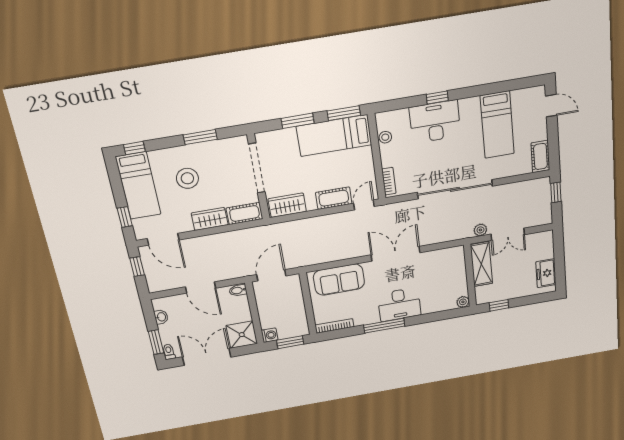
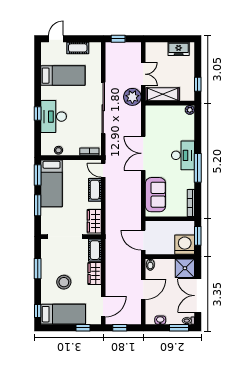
cot: (540, 156) -> (78, 48), moved
plant: (480, 230) -> (132, 97), width x1.88, depth x1.88
washing machine: (270, 335) -> (185, 245), width x1.89, depth x1.89

